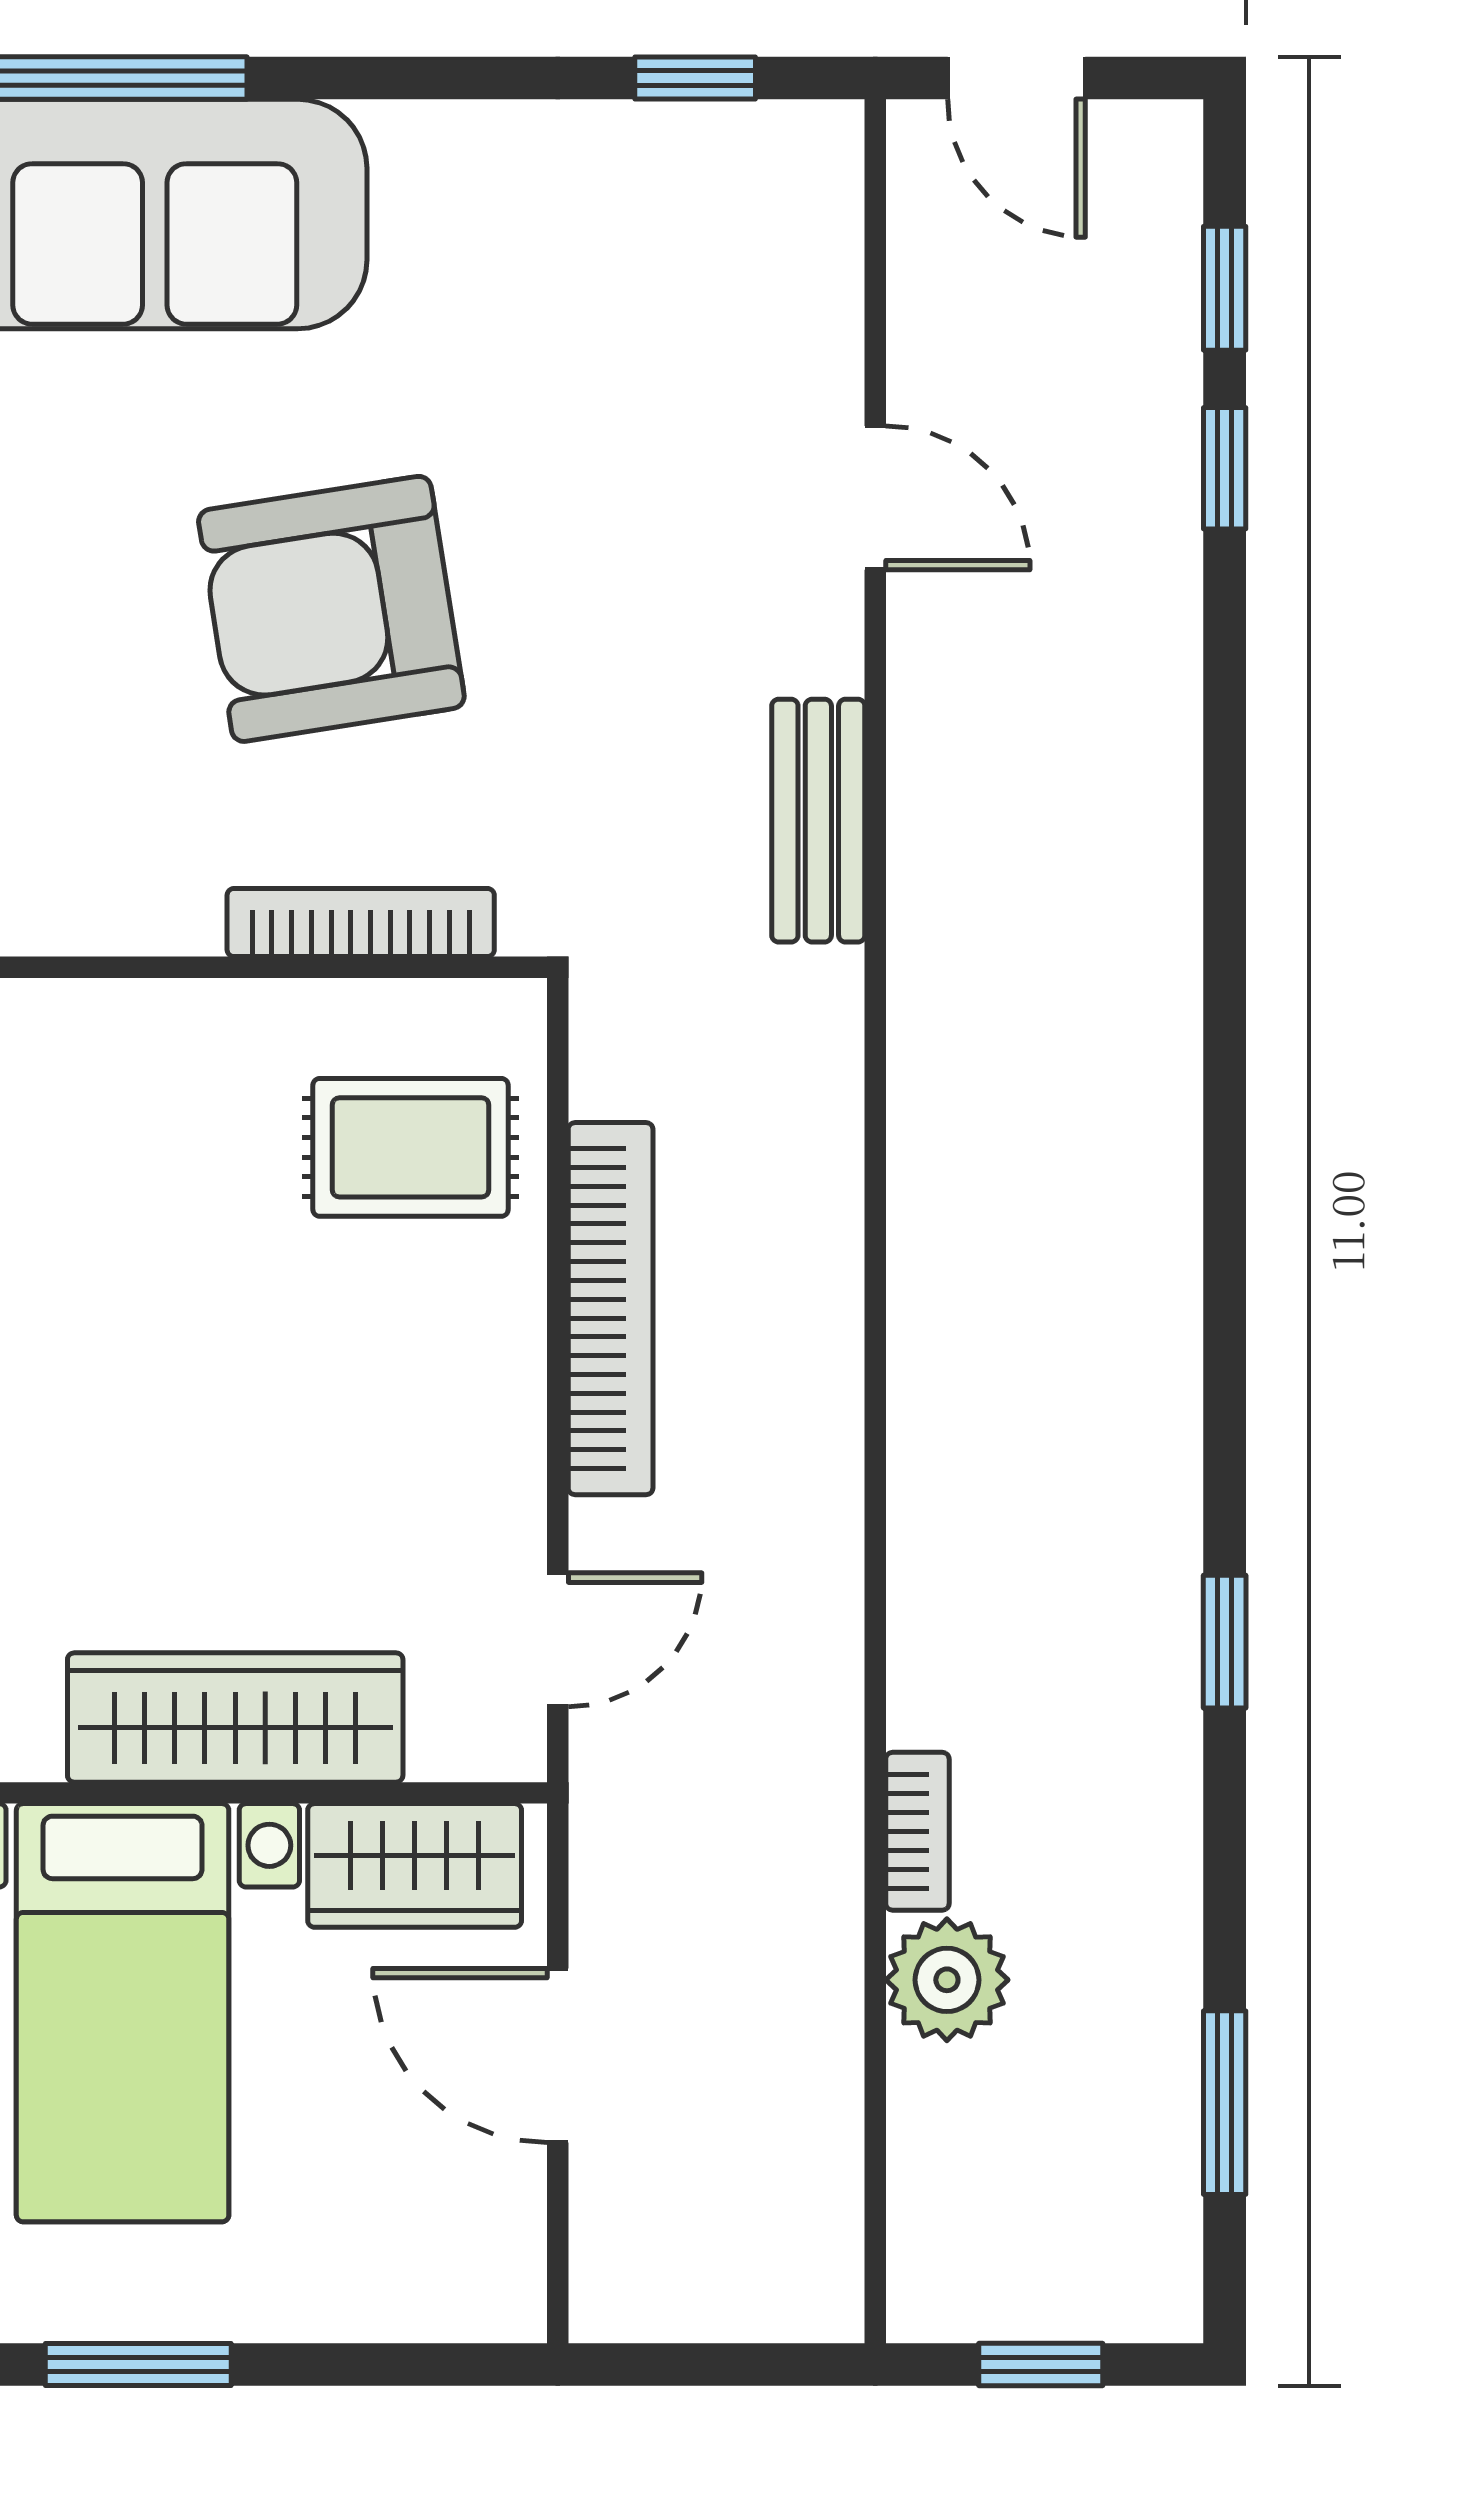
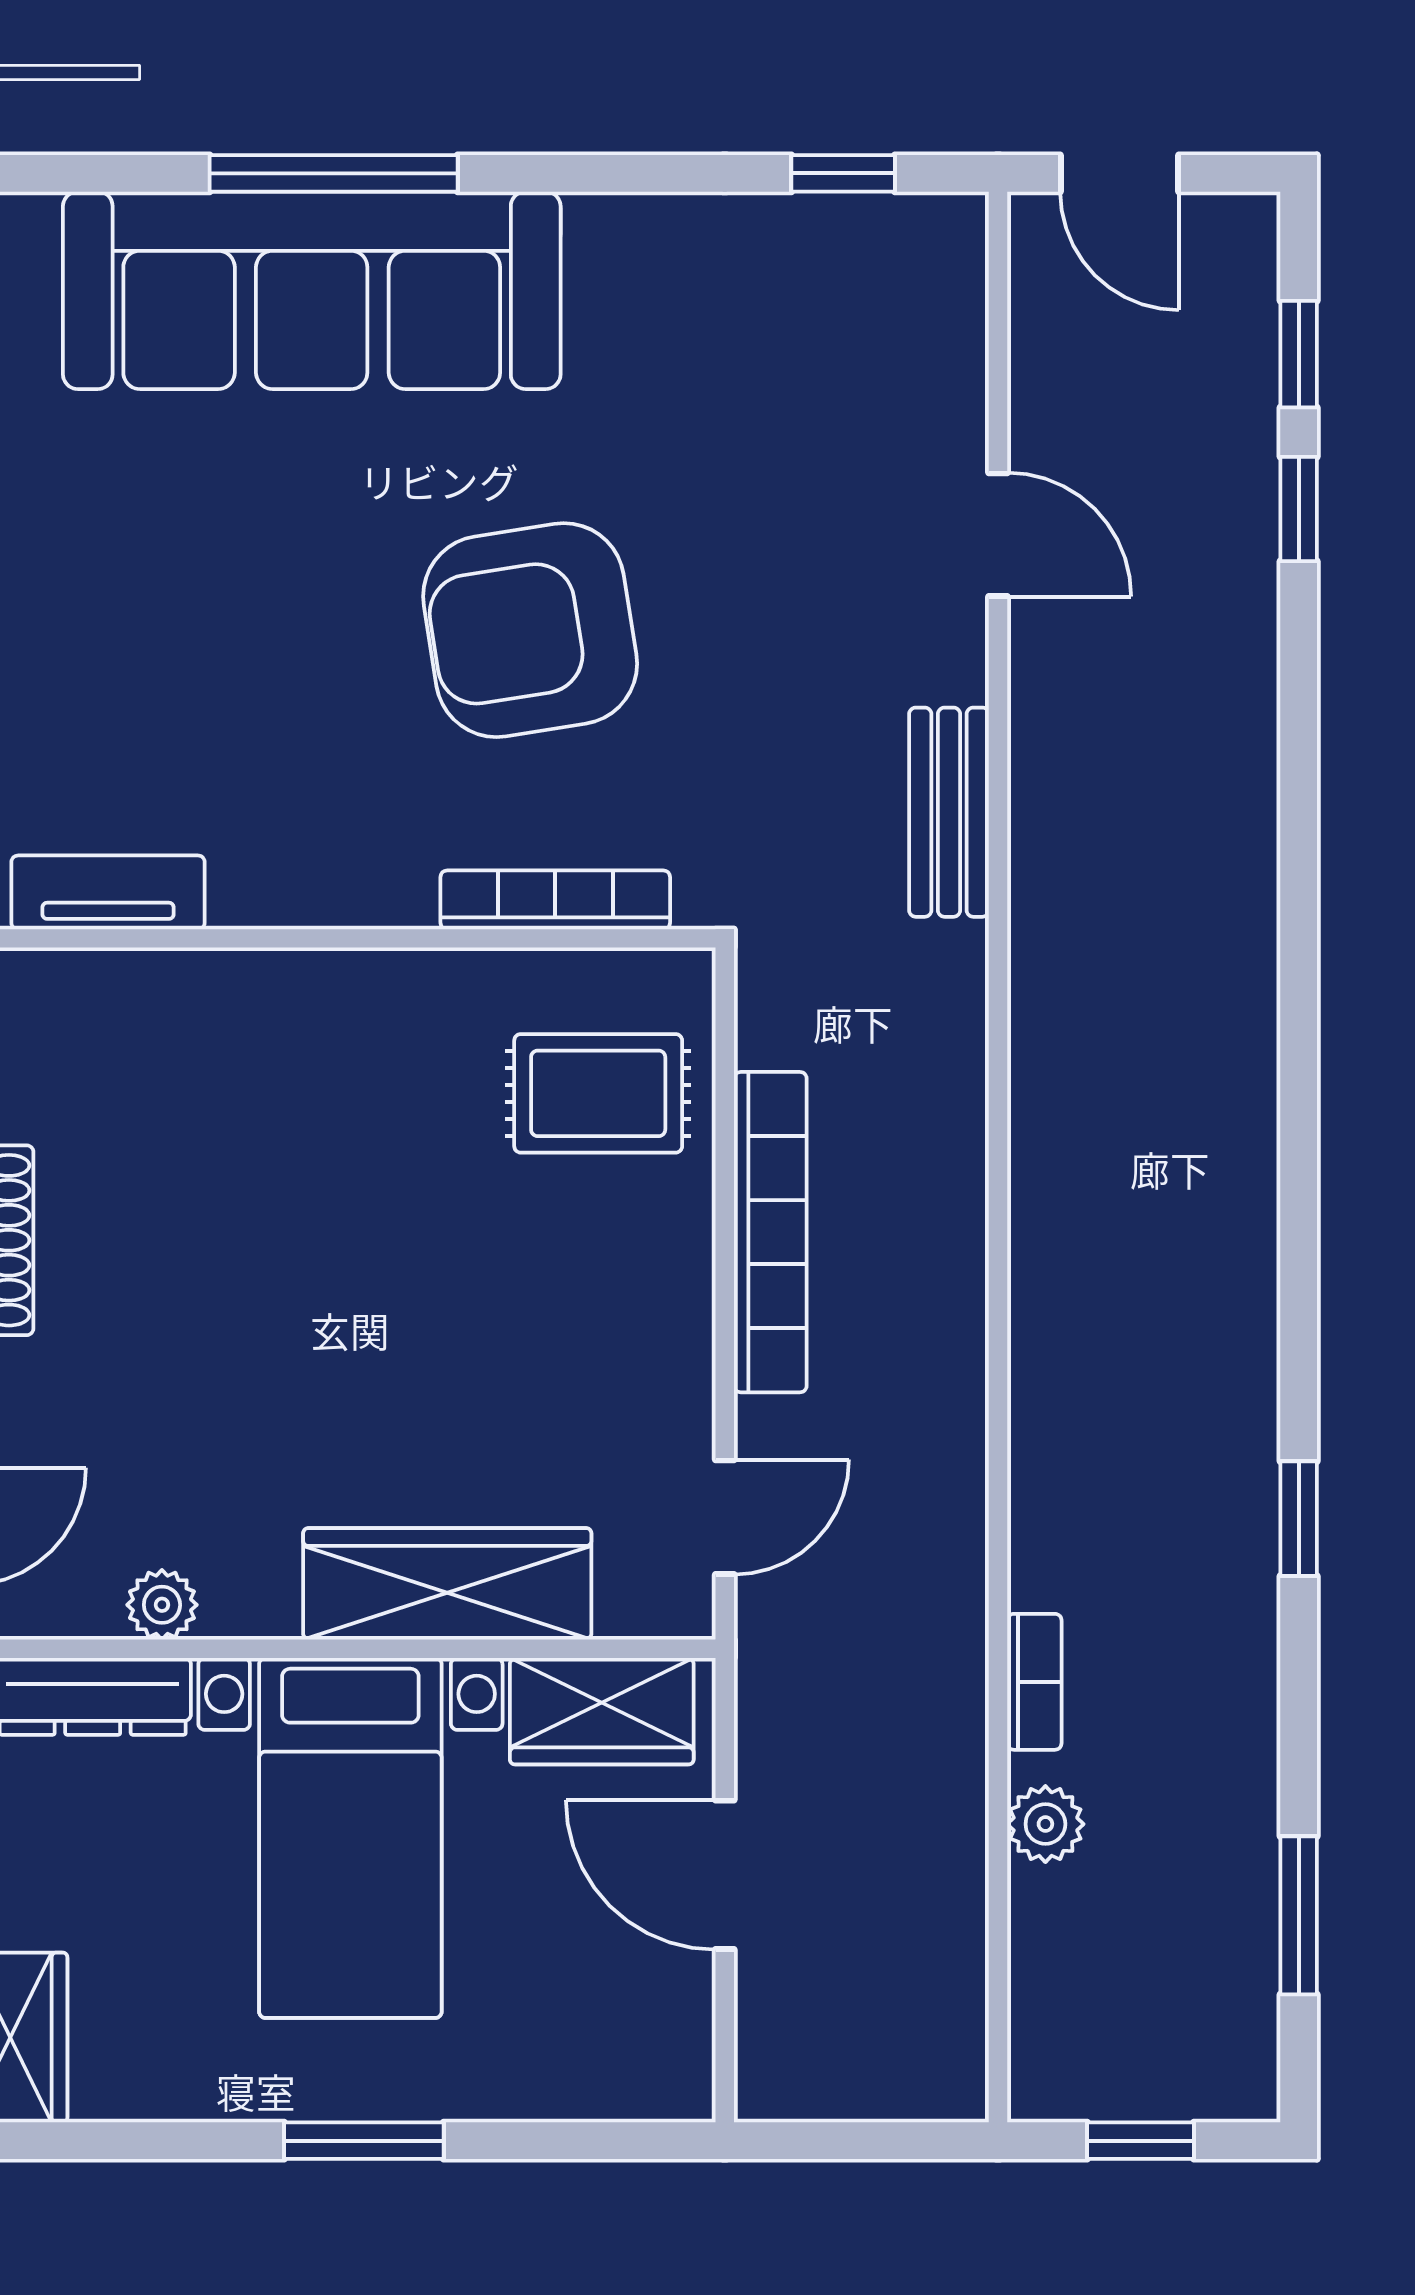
plant: (947, 1980) -> (1045, 1824), width x0.73, depth x0.73

